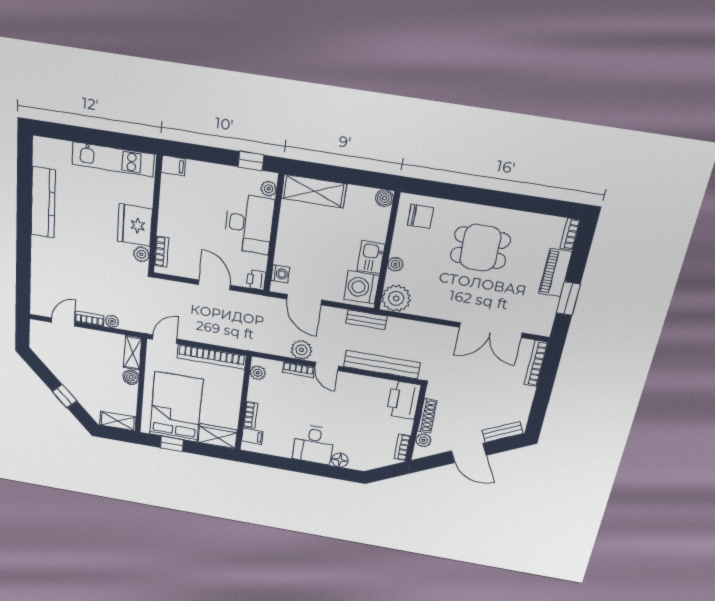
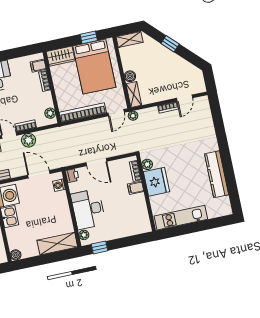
filing cabinet: (173, 166) -> (136, 188), moved
plant: (112, 321) -> (133, 116), moved

